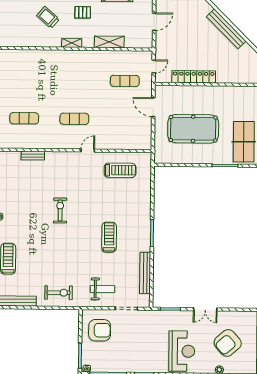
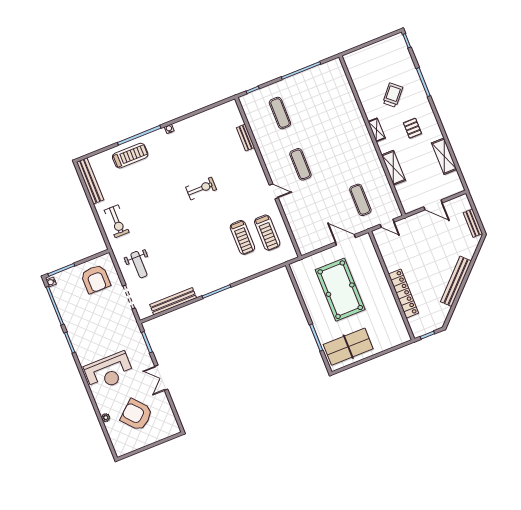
locker: (194, 77) -> (403, 294), moved
door: (153, 107) -> (345, 240), hinge flipped
treadmill: (109, 237) -> (242, 237), moved, turned 90

